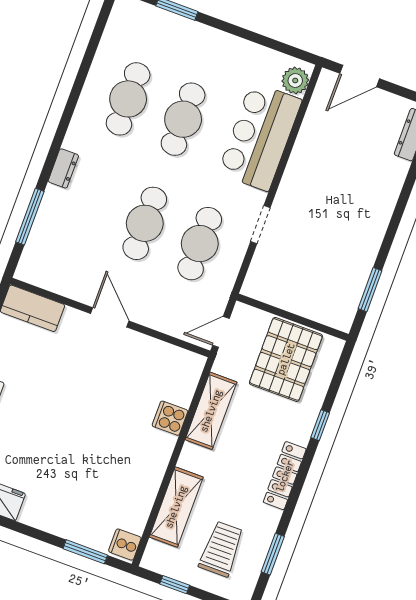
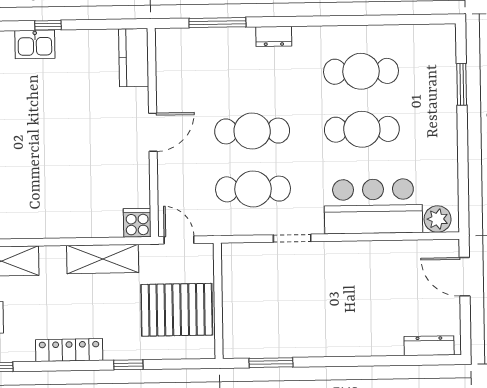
cooker: (170, 418) -> (137, 223), moved

